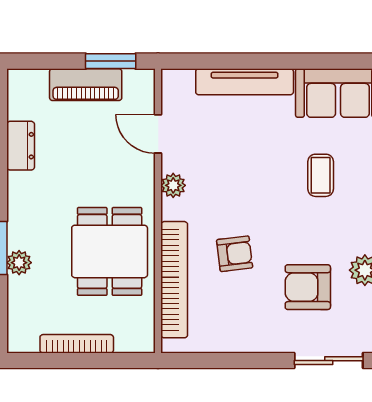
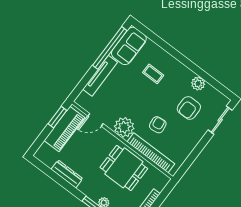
window: (308, 61) -> (110, 48), added
piano: (86, 85) -> (64, 129), width x1.37, depth x1.33
dresser: (21, 146) -> (67, 174), width x1.44
plant: (173, 185) -> (124, 127), width x1.88, depth x1.88

